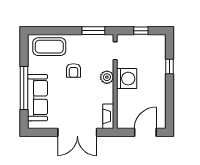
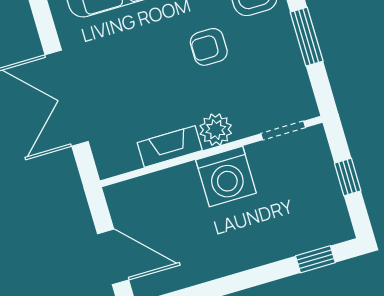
window: (93, 31) -> (307, 37), moved
window: (170, 66) -> (315, 259), moved
fireplace: (108, 116) -> (170, 146), moved

